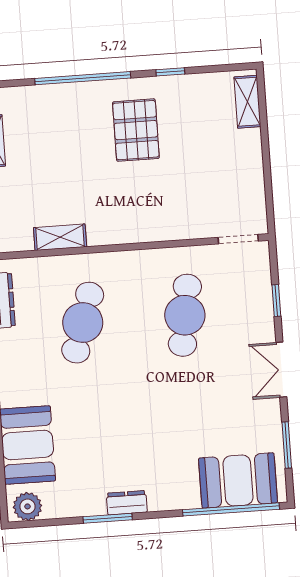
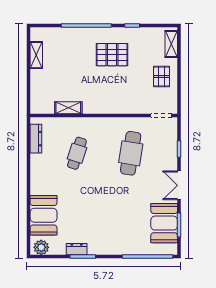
pallet: (136, 130) -> (112, 55), turned 90
pallet: (233, 165) -> (162, 77), added
cafe table: (83, 323) -> (77, 153), width x0.73, depth x0.74
booth: (238, 480) -> (164, 223), moved, turned 90
dresser: (127, 503) -> (77, 249), moved

